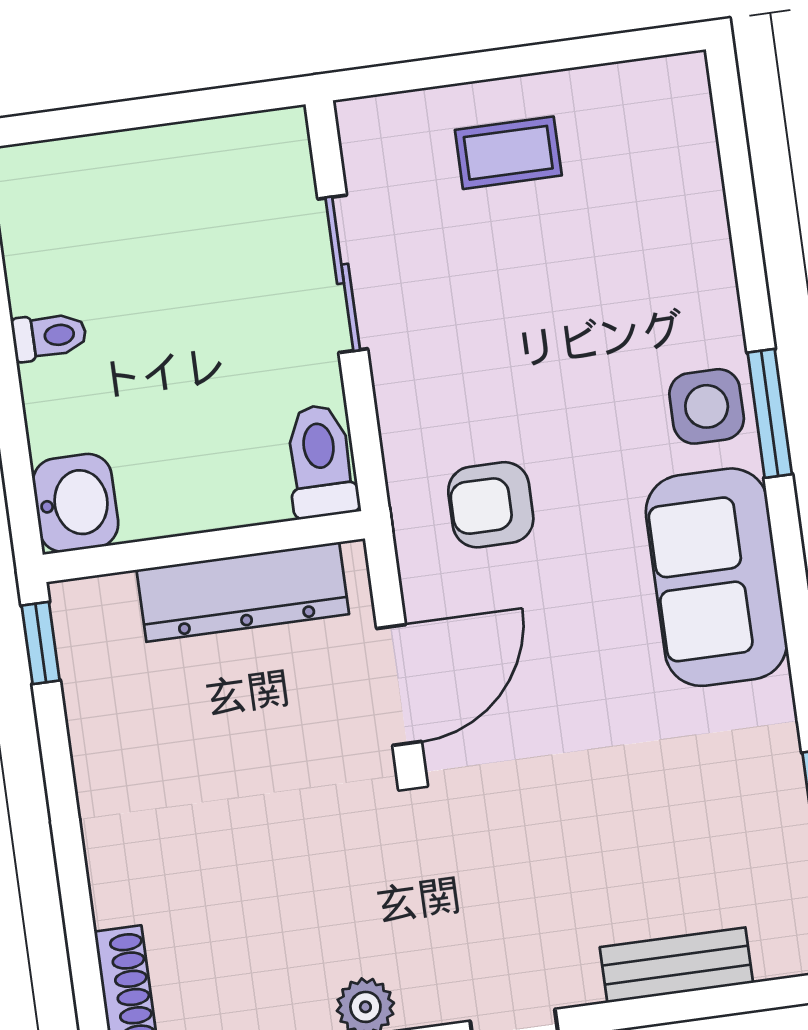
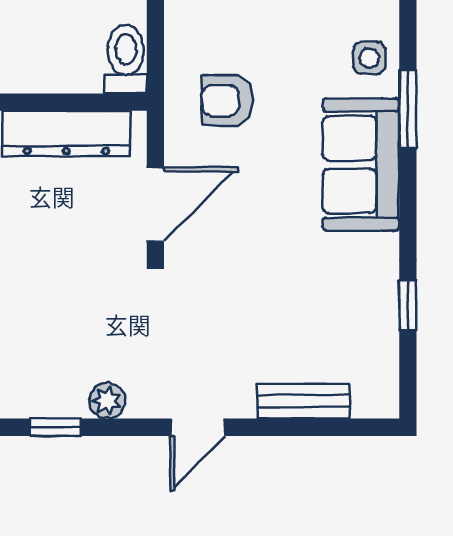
side table: (707, 406) -> (369, 58), width x0.73, depth x0.73
window: (770, 413) -> (408, 109), moved

